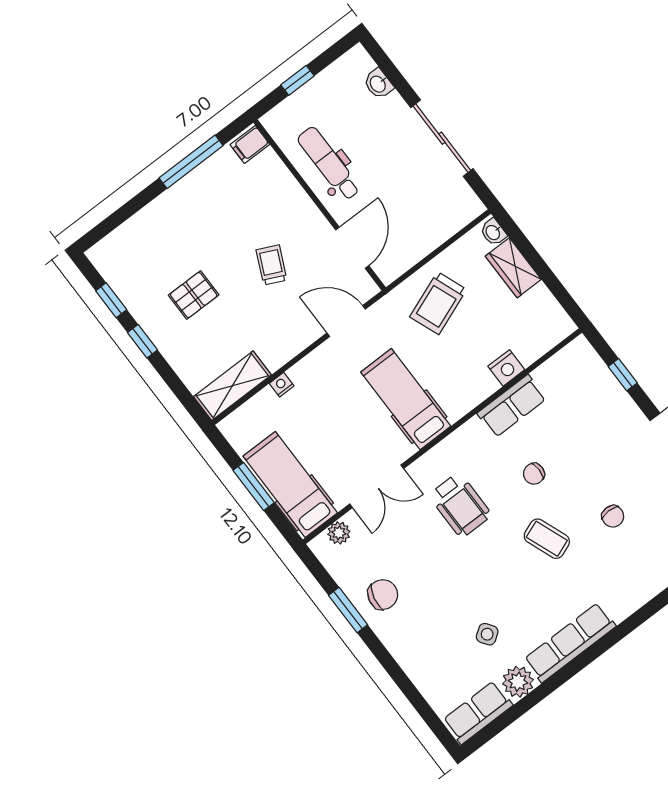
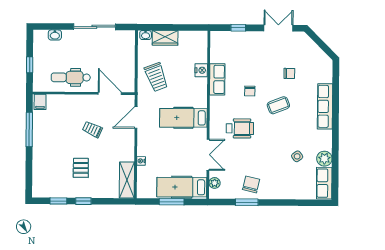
row of seats: (570, 643) -> (325, 106), moved

